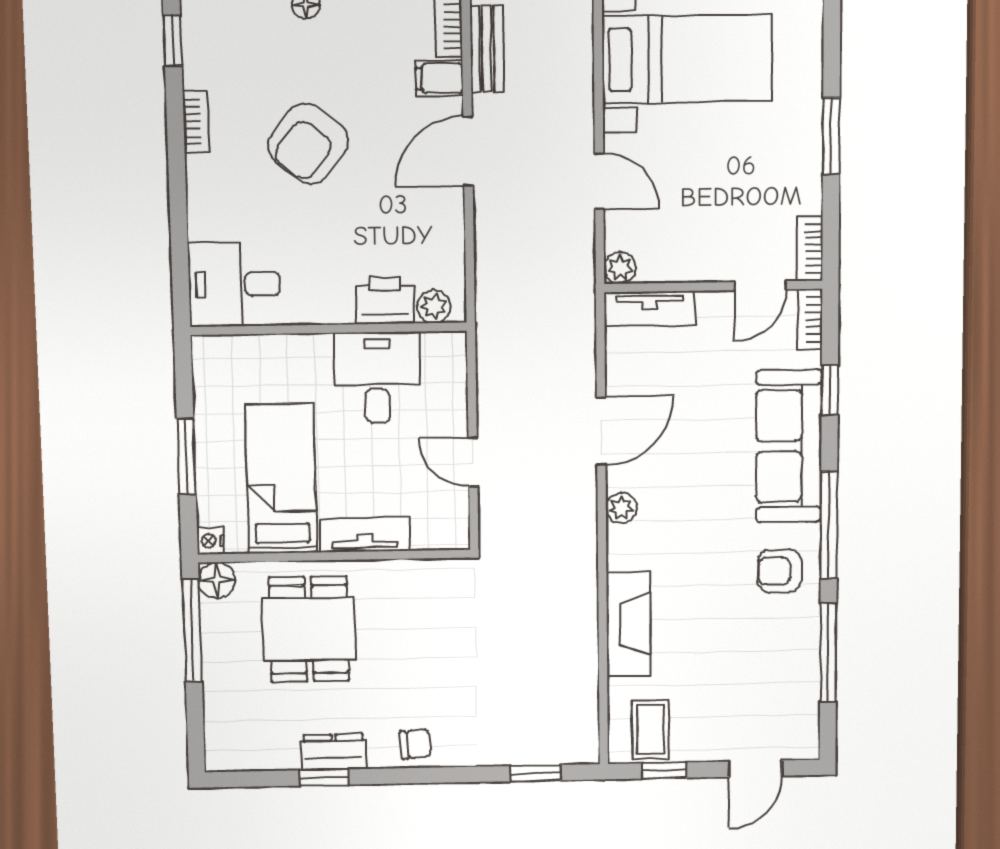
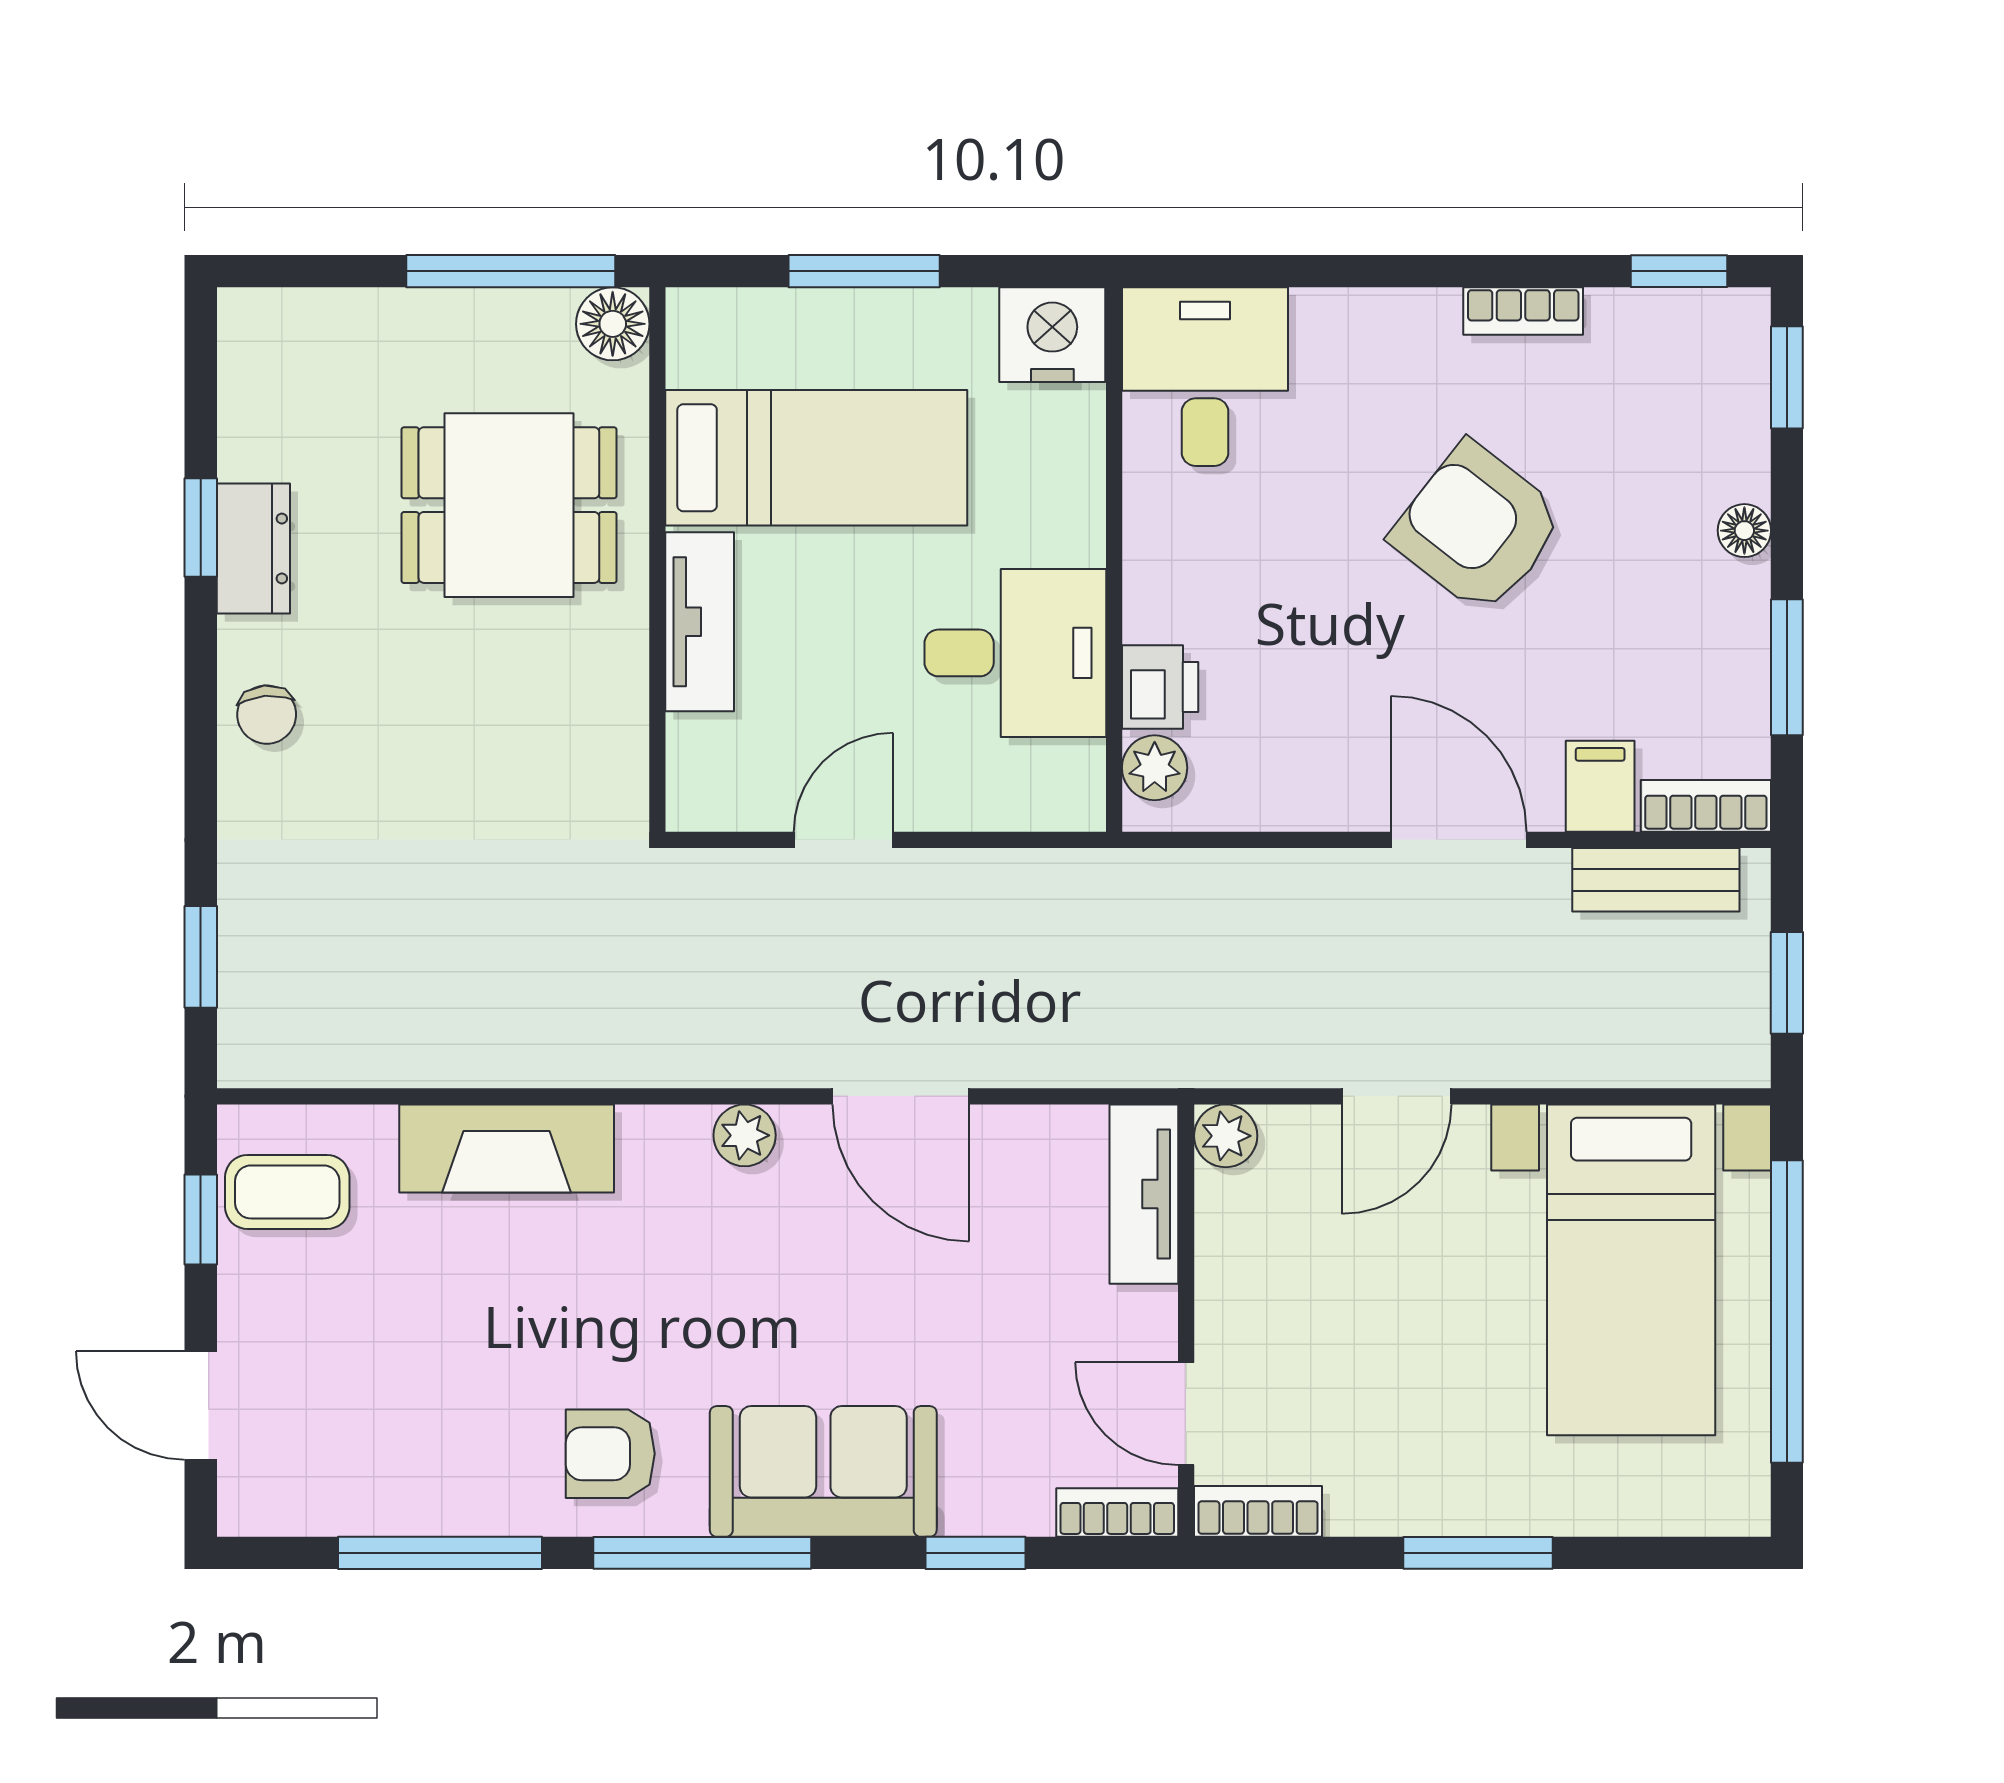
printer: (385, 300) -> (1160, 687), width x0.73, depth x0.81
sofa: (789, 446) -> (823, 1471), width x0.73
nightstand: (210, 541) -> (1052, 335), moved, width x1.89, depth x1.79
armchair: (780, 571) -> (610, 1454), turned -90

